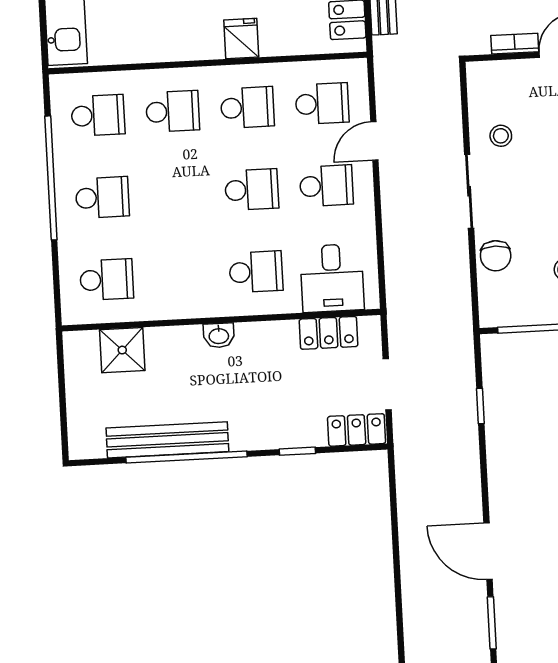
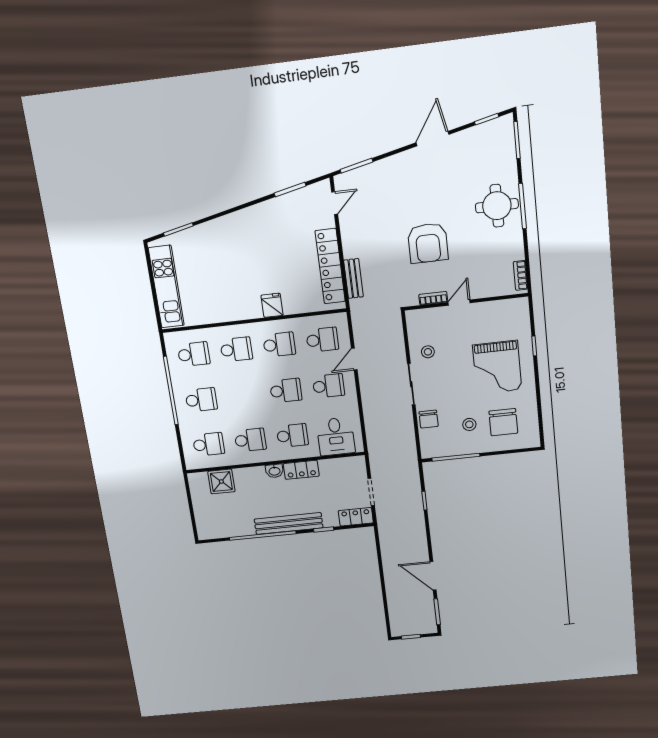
school desk: (181, 276) -> (250, 440), added
locker: (329, 333) -> (301, 470), moved
bench: (167, 440) -> (289, 523), moved

